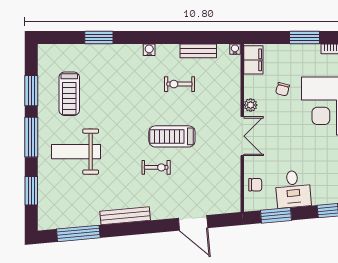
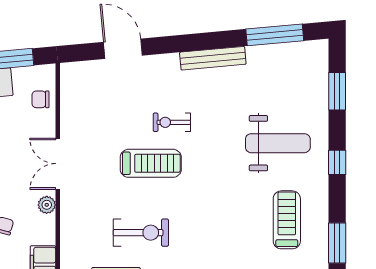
exercise bike: (179, 84) -> (141, 233), width x1.38, depth x1.39
window: (31, 91) -> (337, 243), moved
window: (31, 137) -> (337, 162), width x0.46

